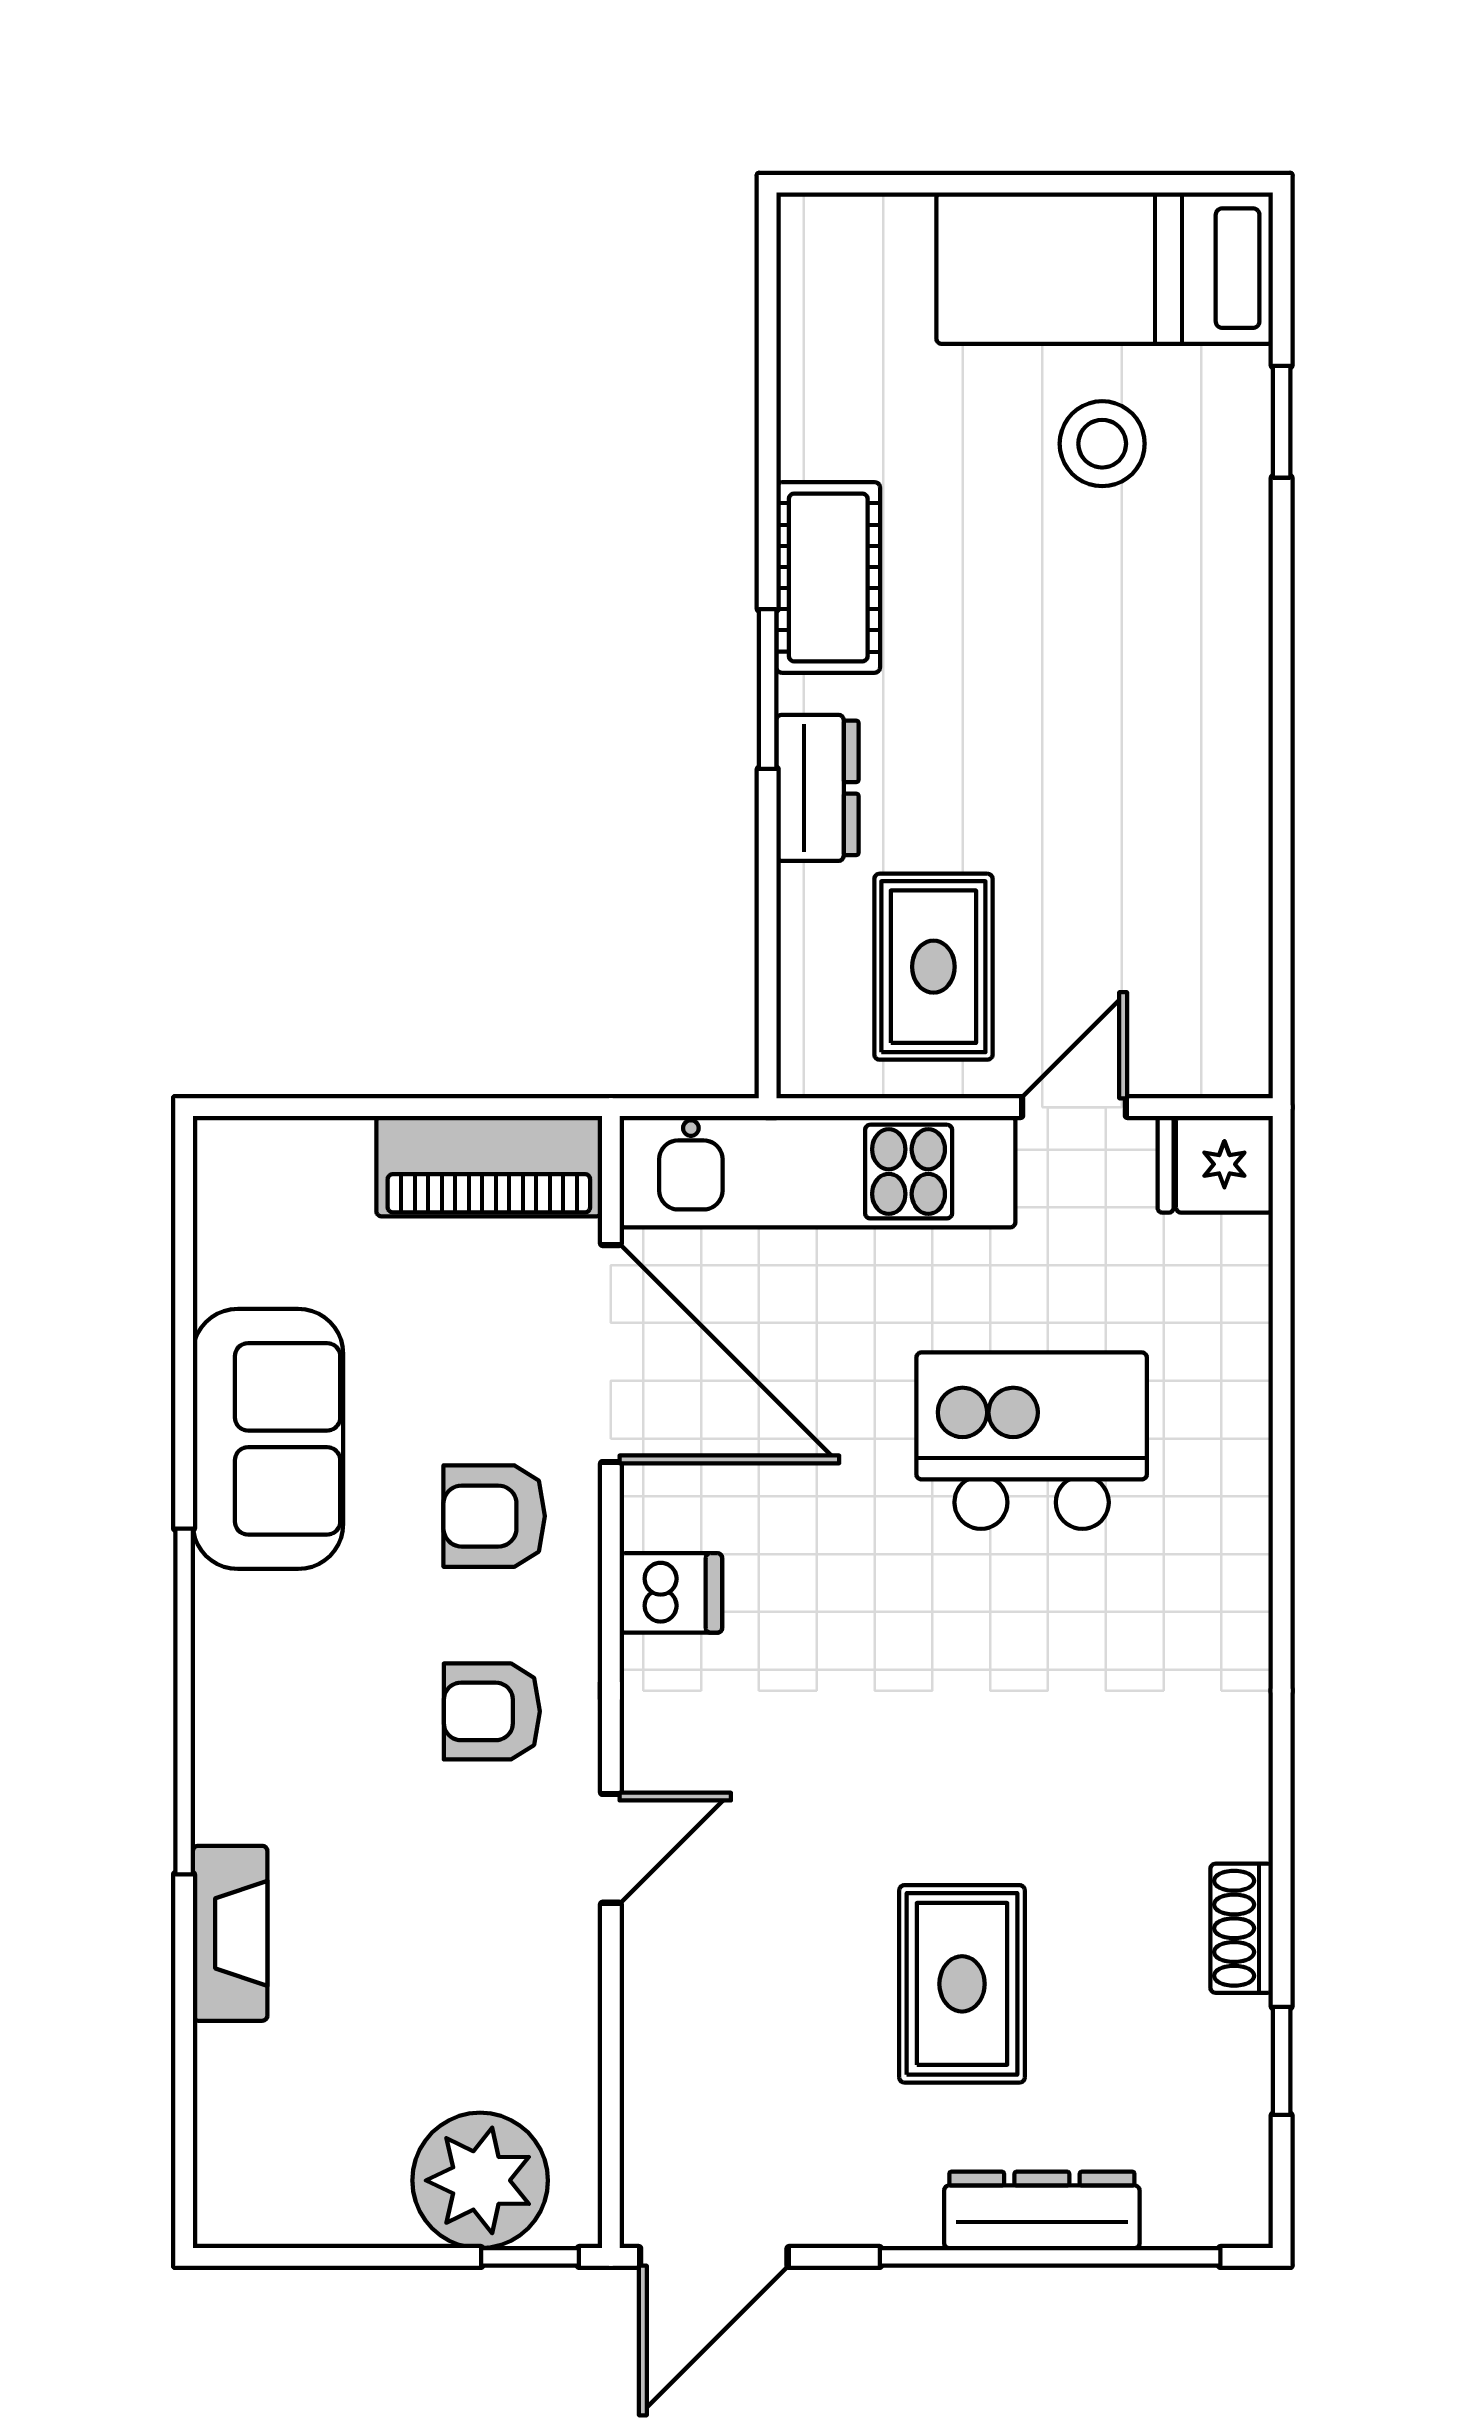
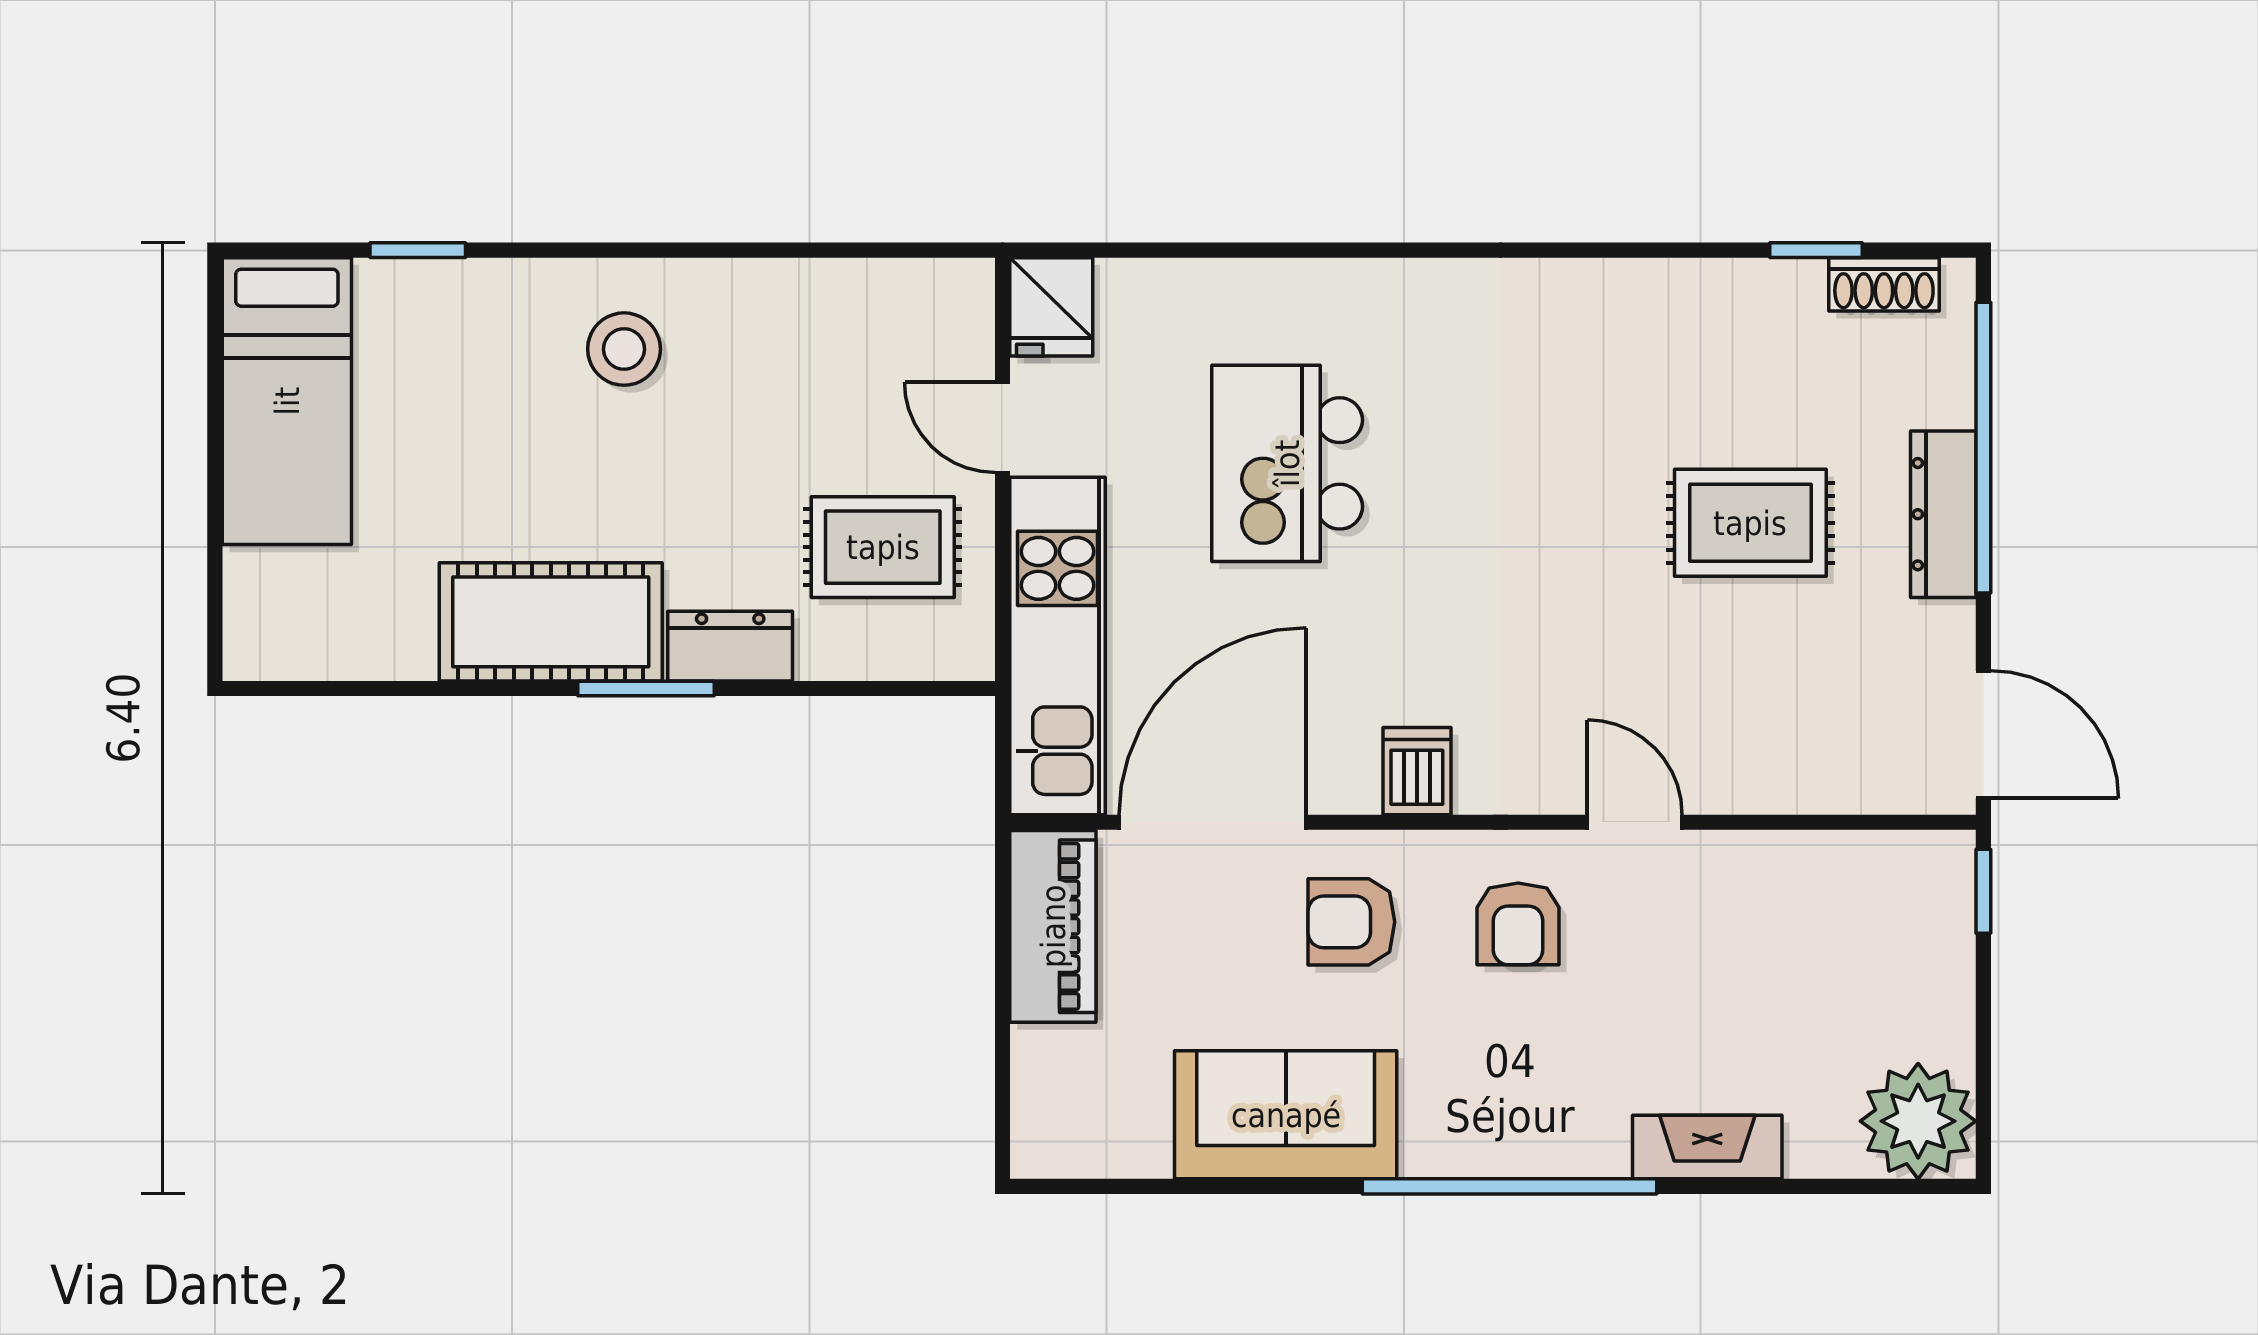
stool: (1102, 444) -> (624, 349), moved
cot: (828, 577) -> (551, 622), width x1.37, depth x1.34
armchair: (494, 1516) -> (1351, 922), turned 90
shoe rack: (1242, 1928) -> (1884, 284), moved
plant: (480, 2180) -> (1918, 1121), moved
dresser: (1042, 2210) -> (1943, 514), moved

